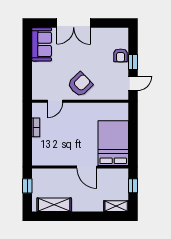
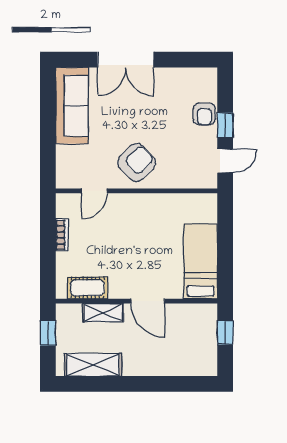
sofa: (42, 44) -> (72, 106), width x1.36
bed: (113, 143) -> (201, 261), width x0.67
cot: (51, 159) -> (87, 288), added
shelving: (116, 206) -> (103, 313), moved

